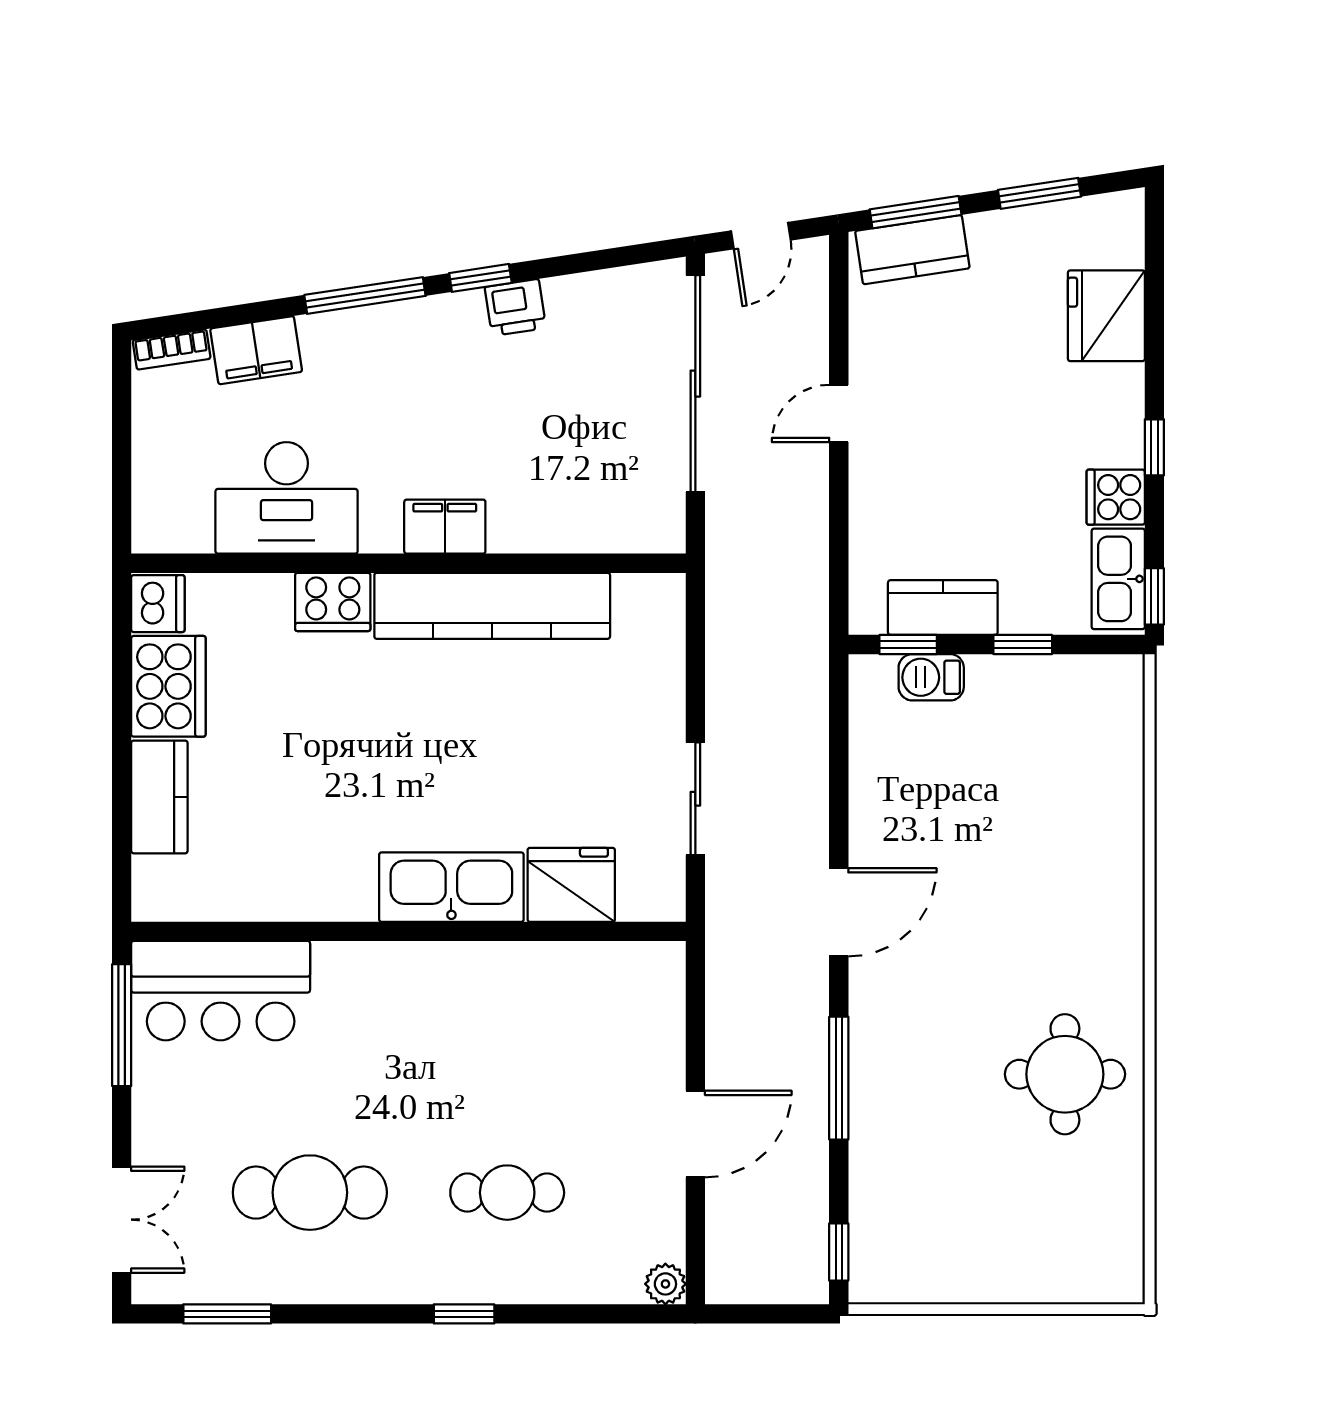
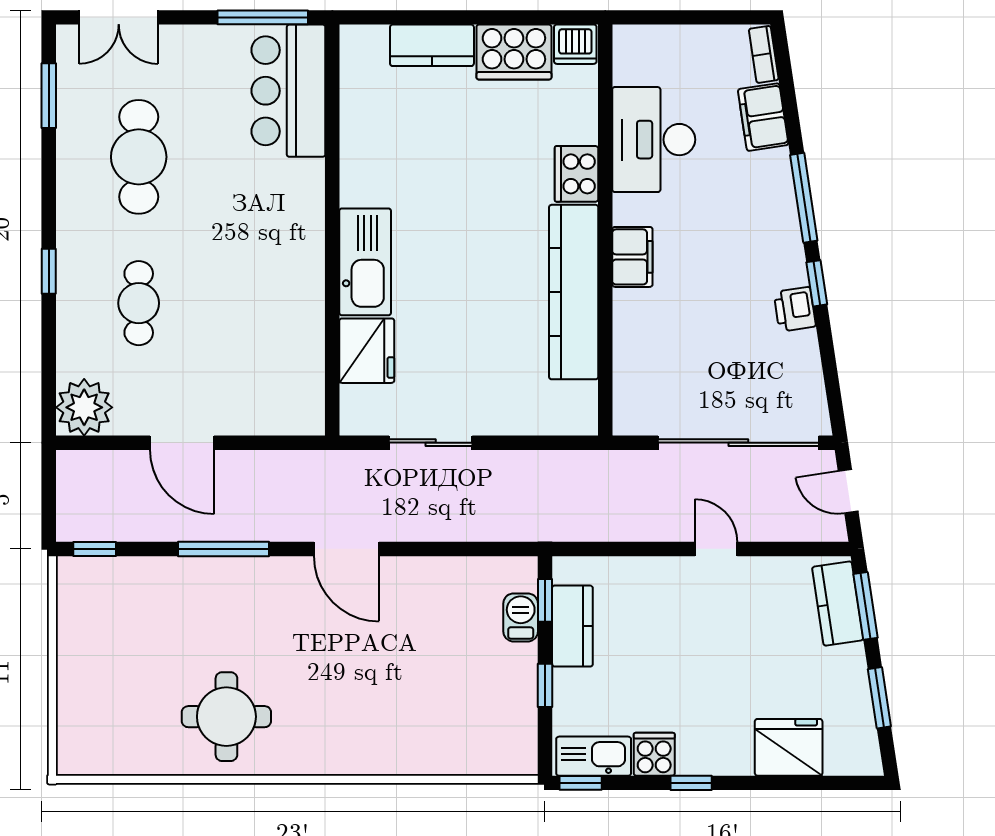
plant: (665, 1284) -> (84, 407), width x1.87, depth x1.87

